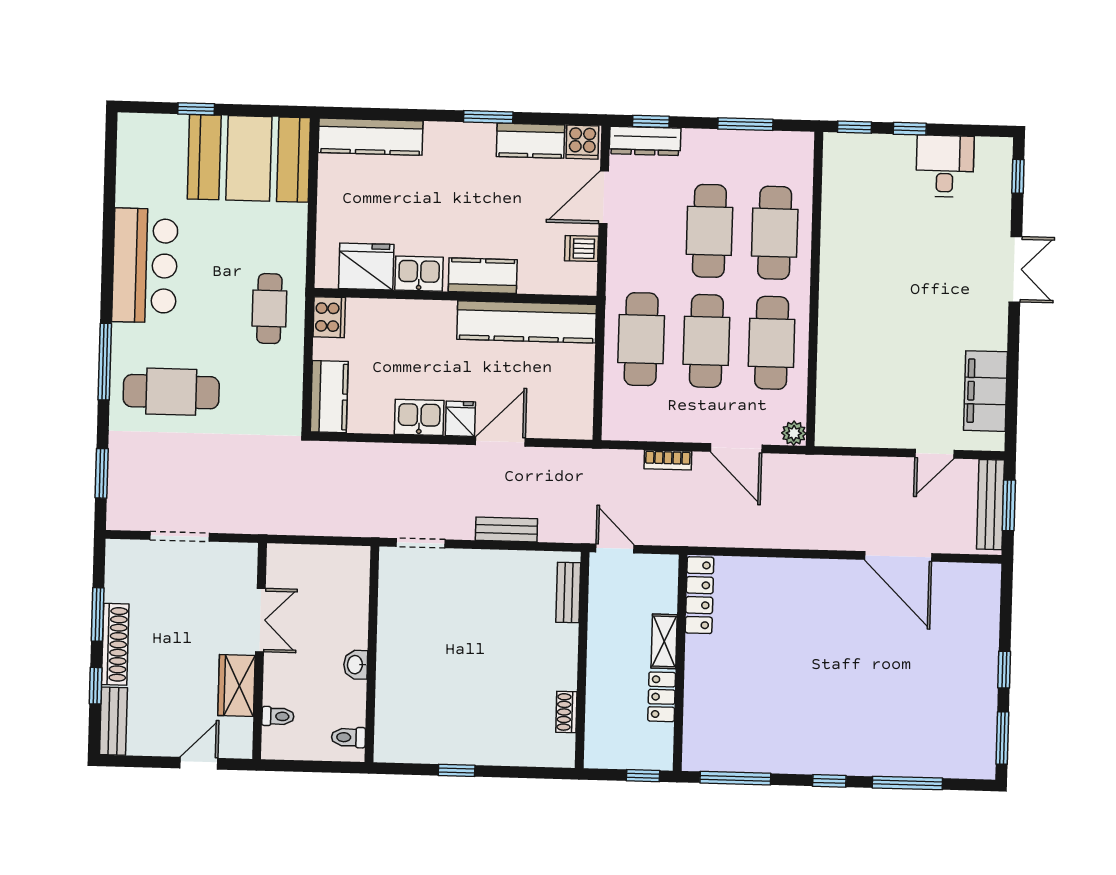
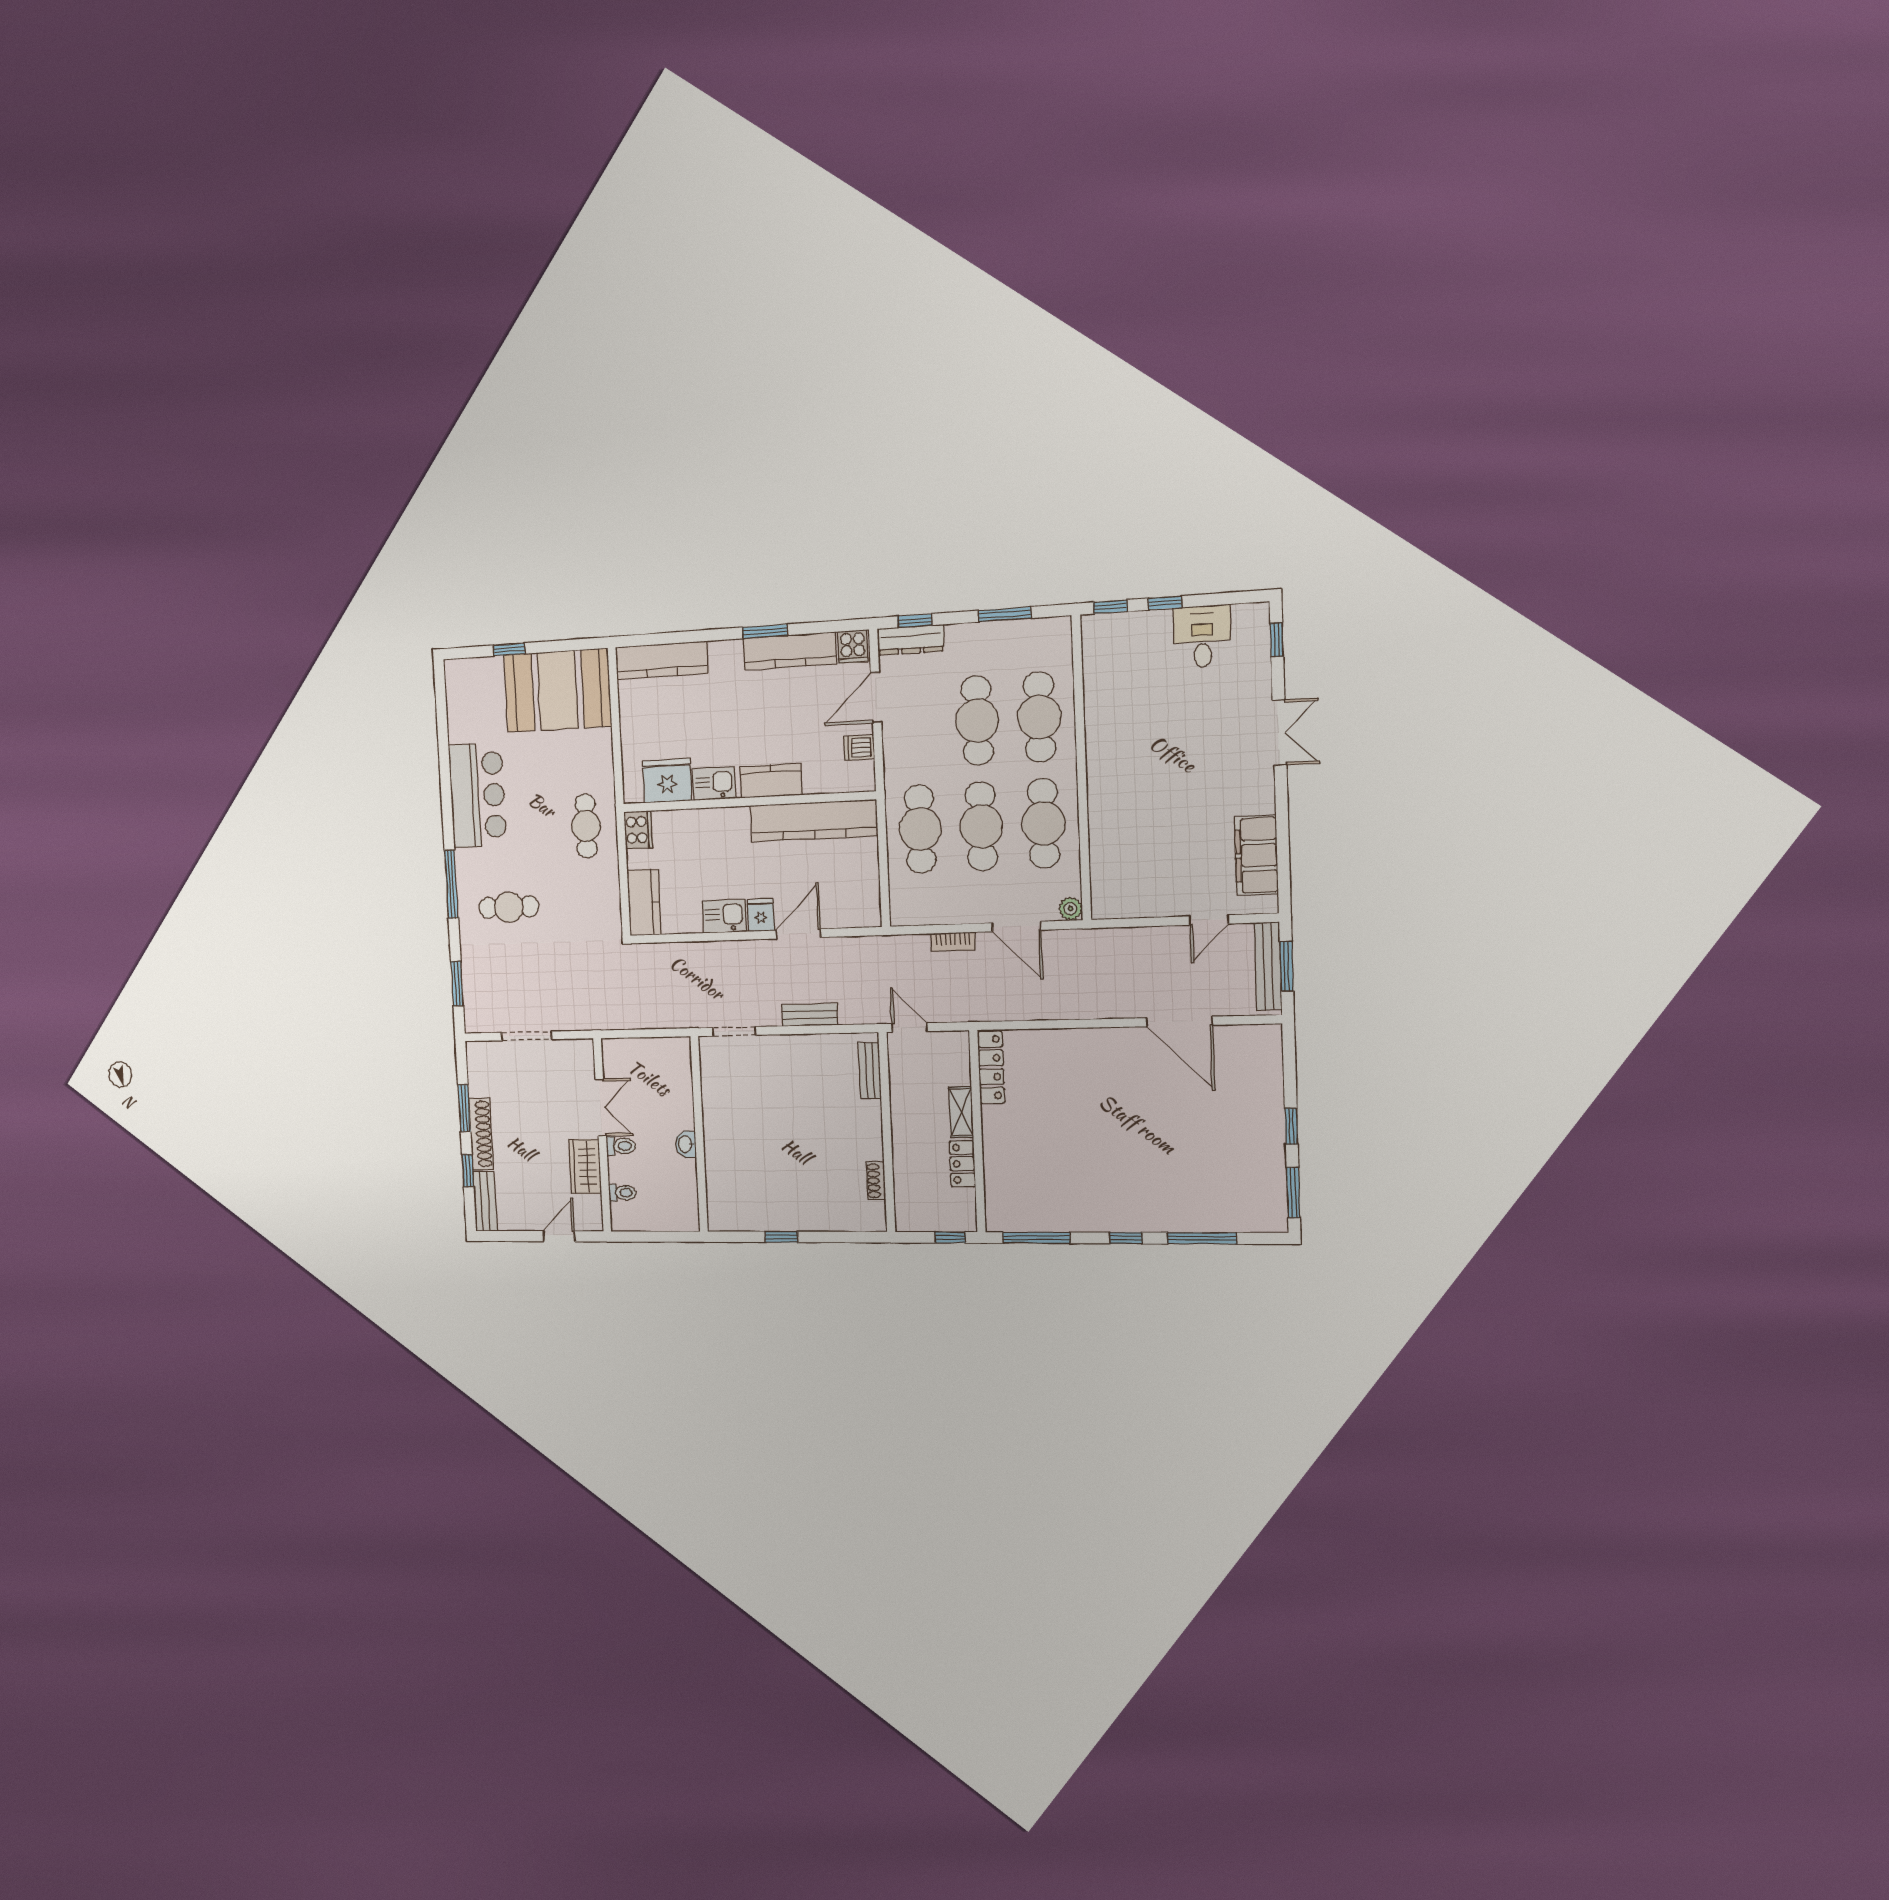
kitchen counter: (531, 141) -> (790, 651), width x1.50
cafe table: (171, 392) -> (509, 907), width x0.73, depth x0.74
toilet: (348, 737) -> (621, 1146), moved, turned 180

